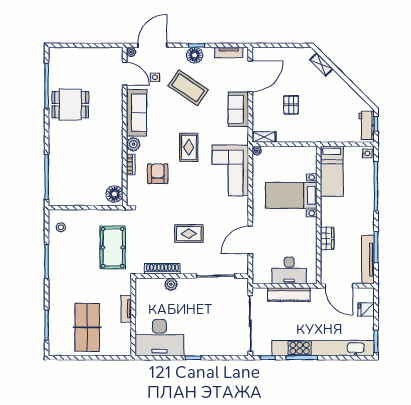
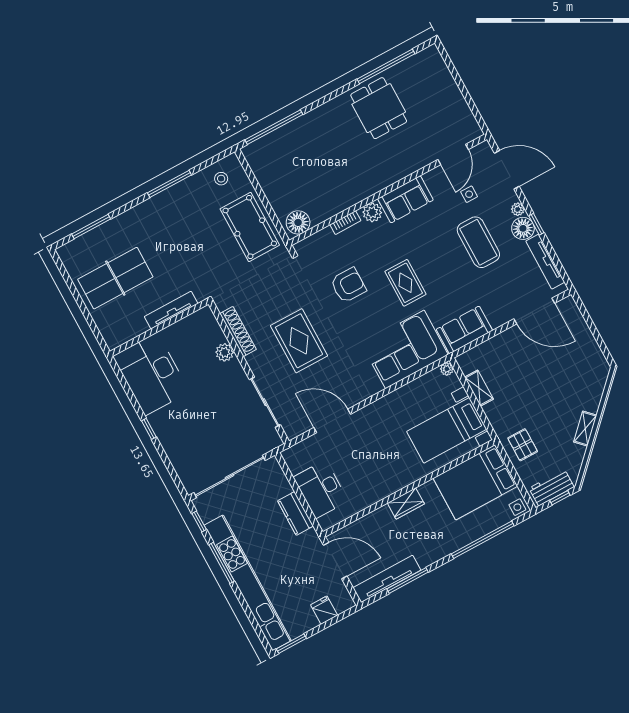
plant: (131, 52) -> (518, 209), moved
tv unit: (229, 53) -> (545, 262), width x1.41
shelving: (321, 64) -> (585, 429), moved
coffee table: (188, 88) -> (478, 242), turned -34
pallet: (291, 105) -> (523, 445), moved, turned 90
sofa: (238, 109) -> (464, 330), moved
sofa: (136, 113) -> (405, 199), width x0.73
shelving: (264, 137) -> (479, 388), moved
rug: (189, 147) -> (405, 283), turned 90
bed: (332, 171) -> (475, 482), width x1.50
armchair: (158, 174) -> (348, 285), moved
bed with nightstands: (291, 195) -> (447, 430), moved, turned -90
rug: (189, 234) -> (299, 341), width x1.36, depth x1.43
wardrobe: (327, 238) -> (406, 503), moved
pool table: (113, 247) -> (250, 227), moved, turned 90
door: (339, 286) -> (335, 561), swing flipped
kitchen counter: (289, 295) -> (295, 513), width x0.67
tv unit: (126, 309) -> (171, 310), width x1.41

